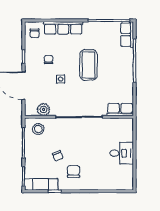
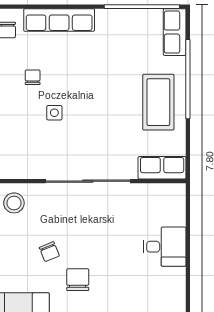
coffee table: (88, 65) -> (158, 102), moved
plant: (44, 109) -> (24, 168), removed

